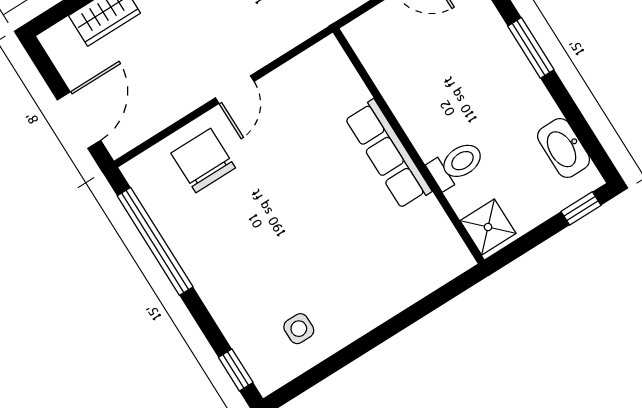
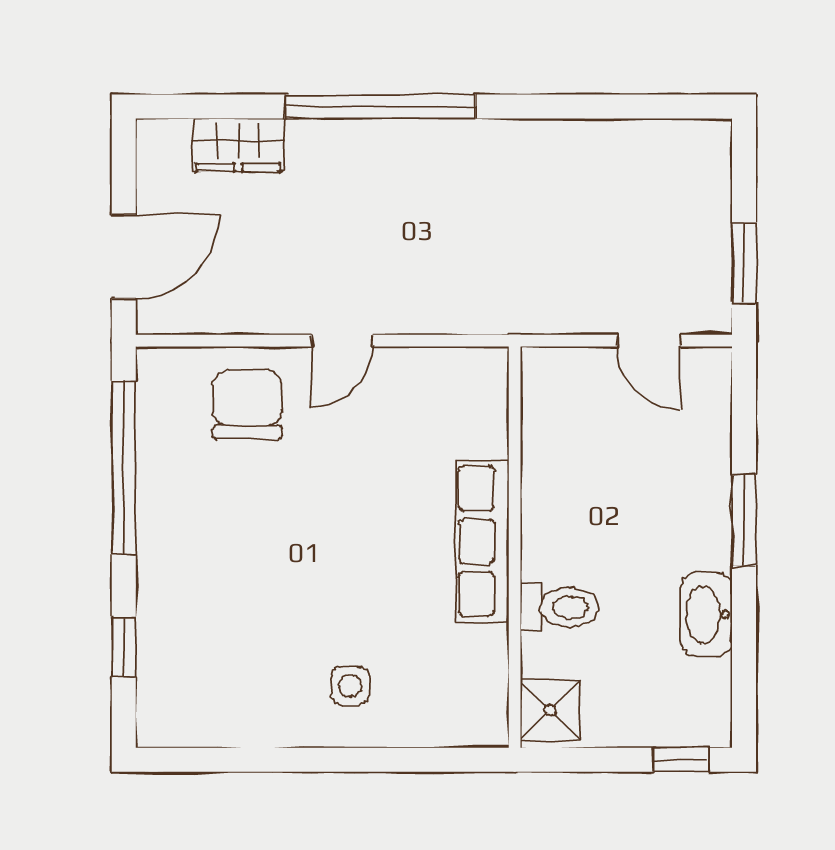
washbasin: (564, 148) -> (706, 614), moved
side table: (299, 329) -> (350, 686), moved
window: (236, 370) -> (124, 647), moved

